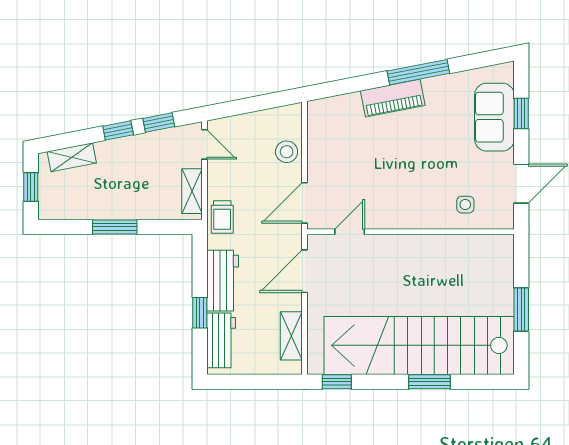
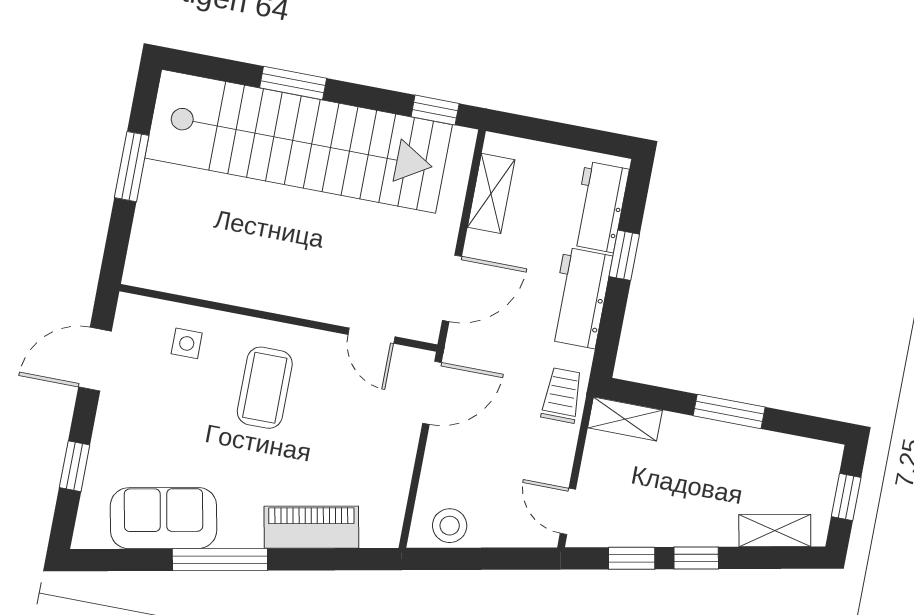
piano: (393, 98) -> (311, 527), moved
sofa: (494, 117) -> (163, 518), moved, turned -101
stool: (287, 152) -> (450, 526), moved
coffee table: (411, 186) -> (265, 388), added
shelving: (192, 191) -> (625, 419), moved, turned 90
door: (350, 232) -> (371, 336), hinge flipped

